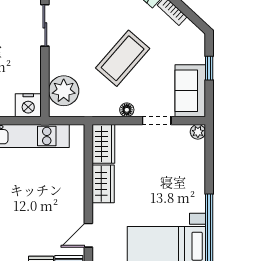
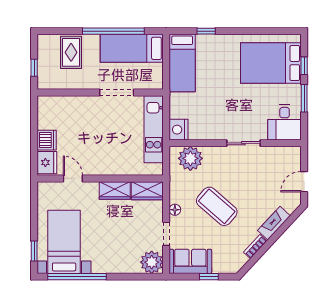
plant: (198, 132) -> (152, 262), width x1.88, depth x1.88

